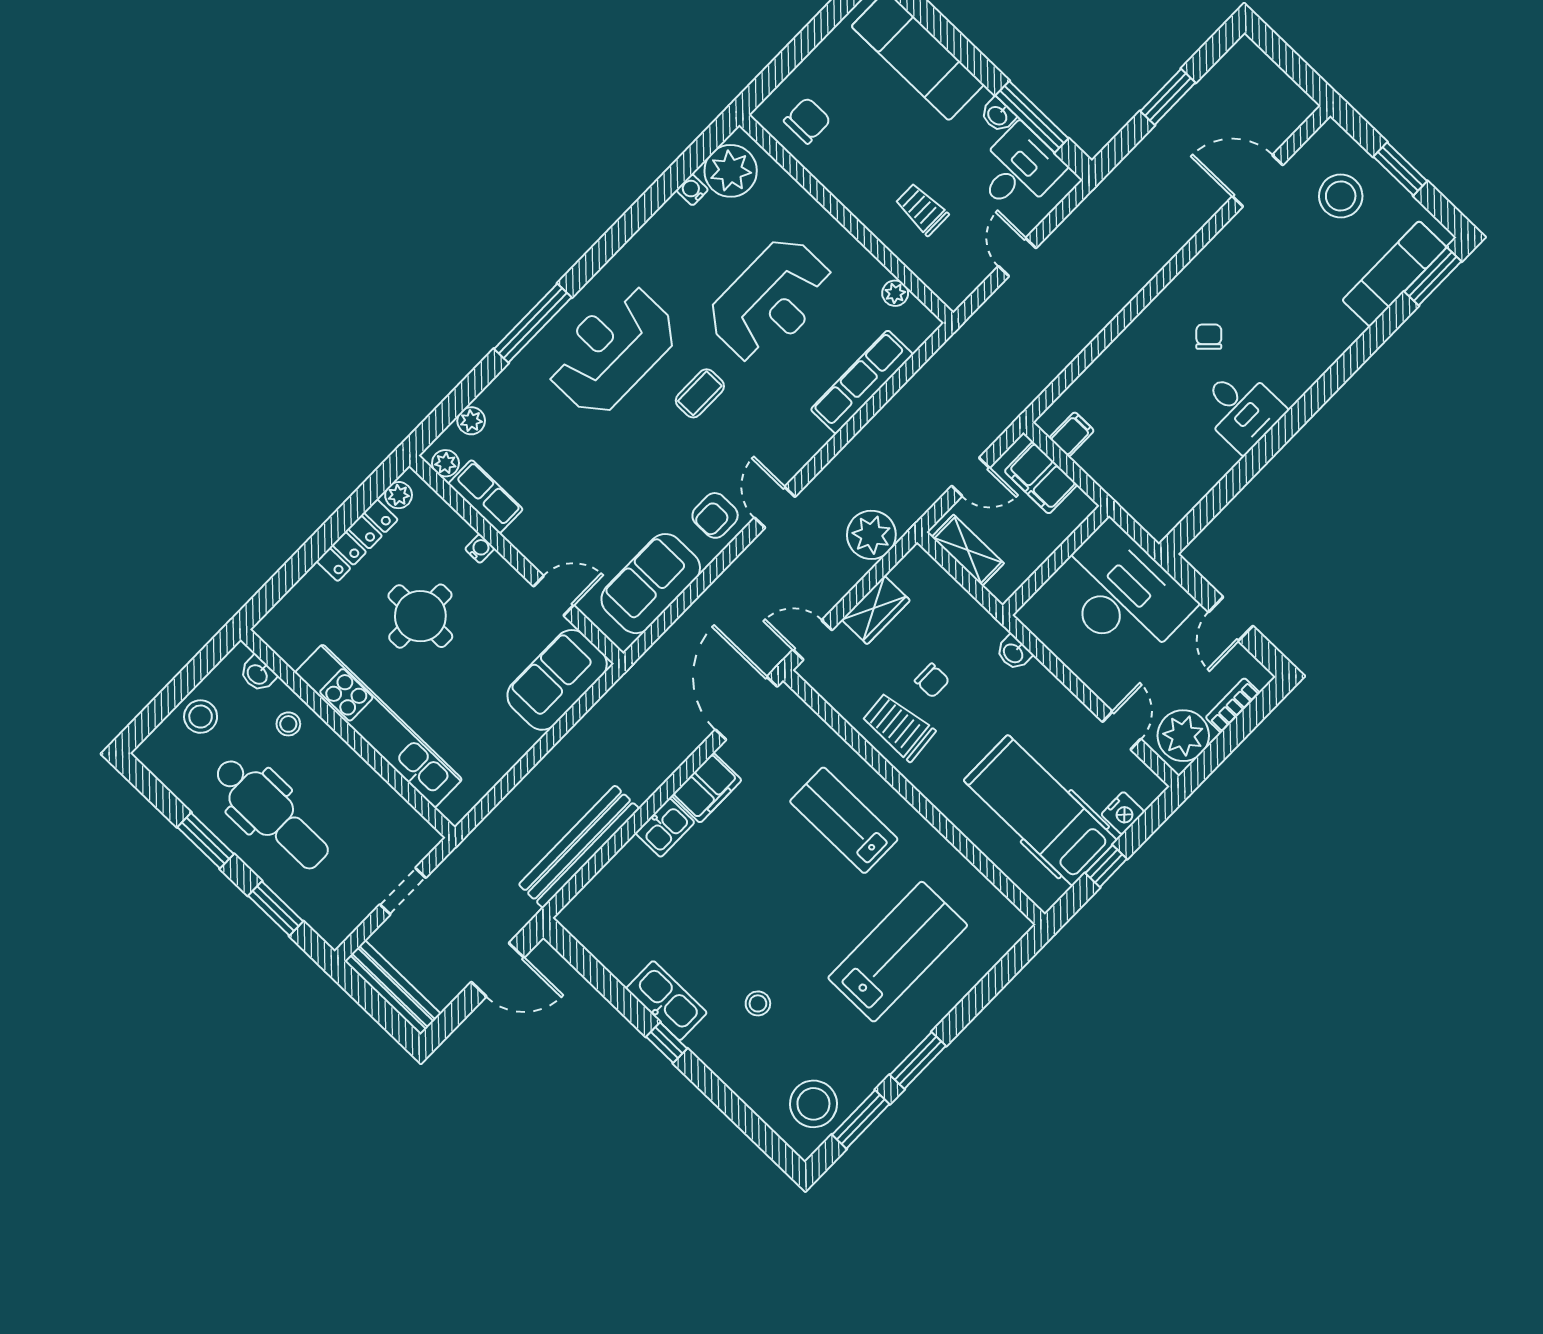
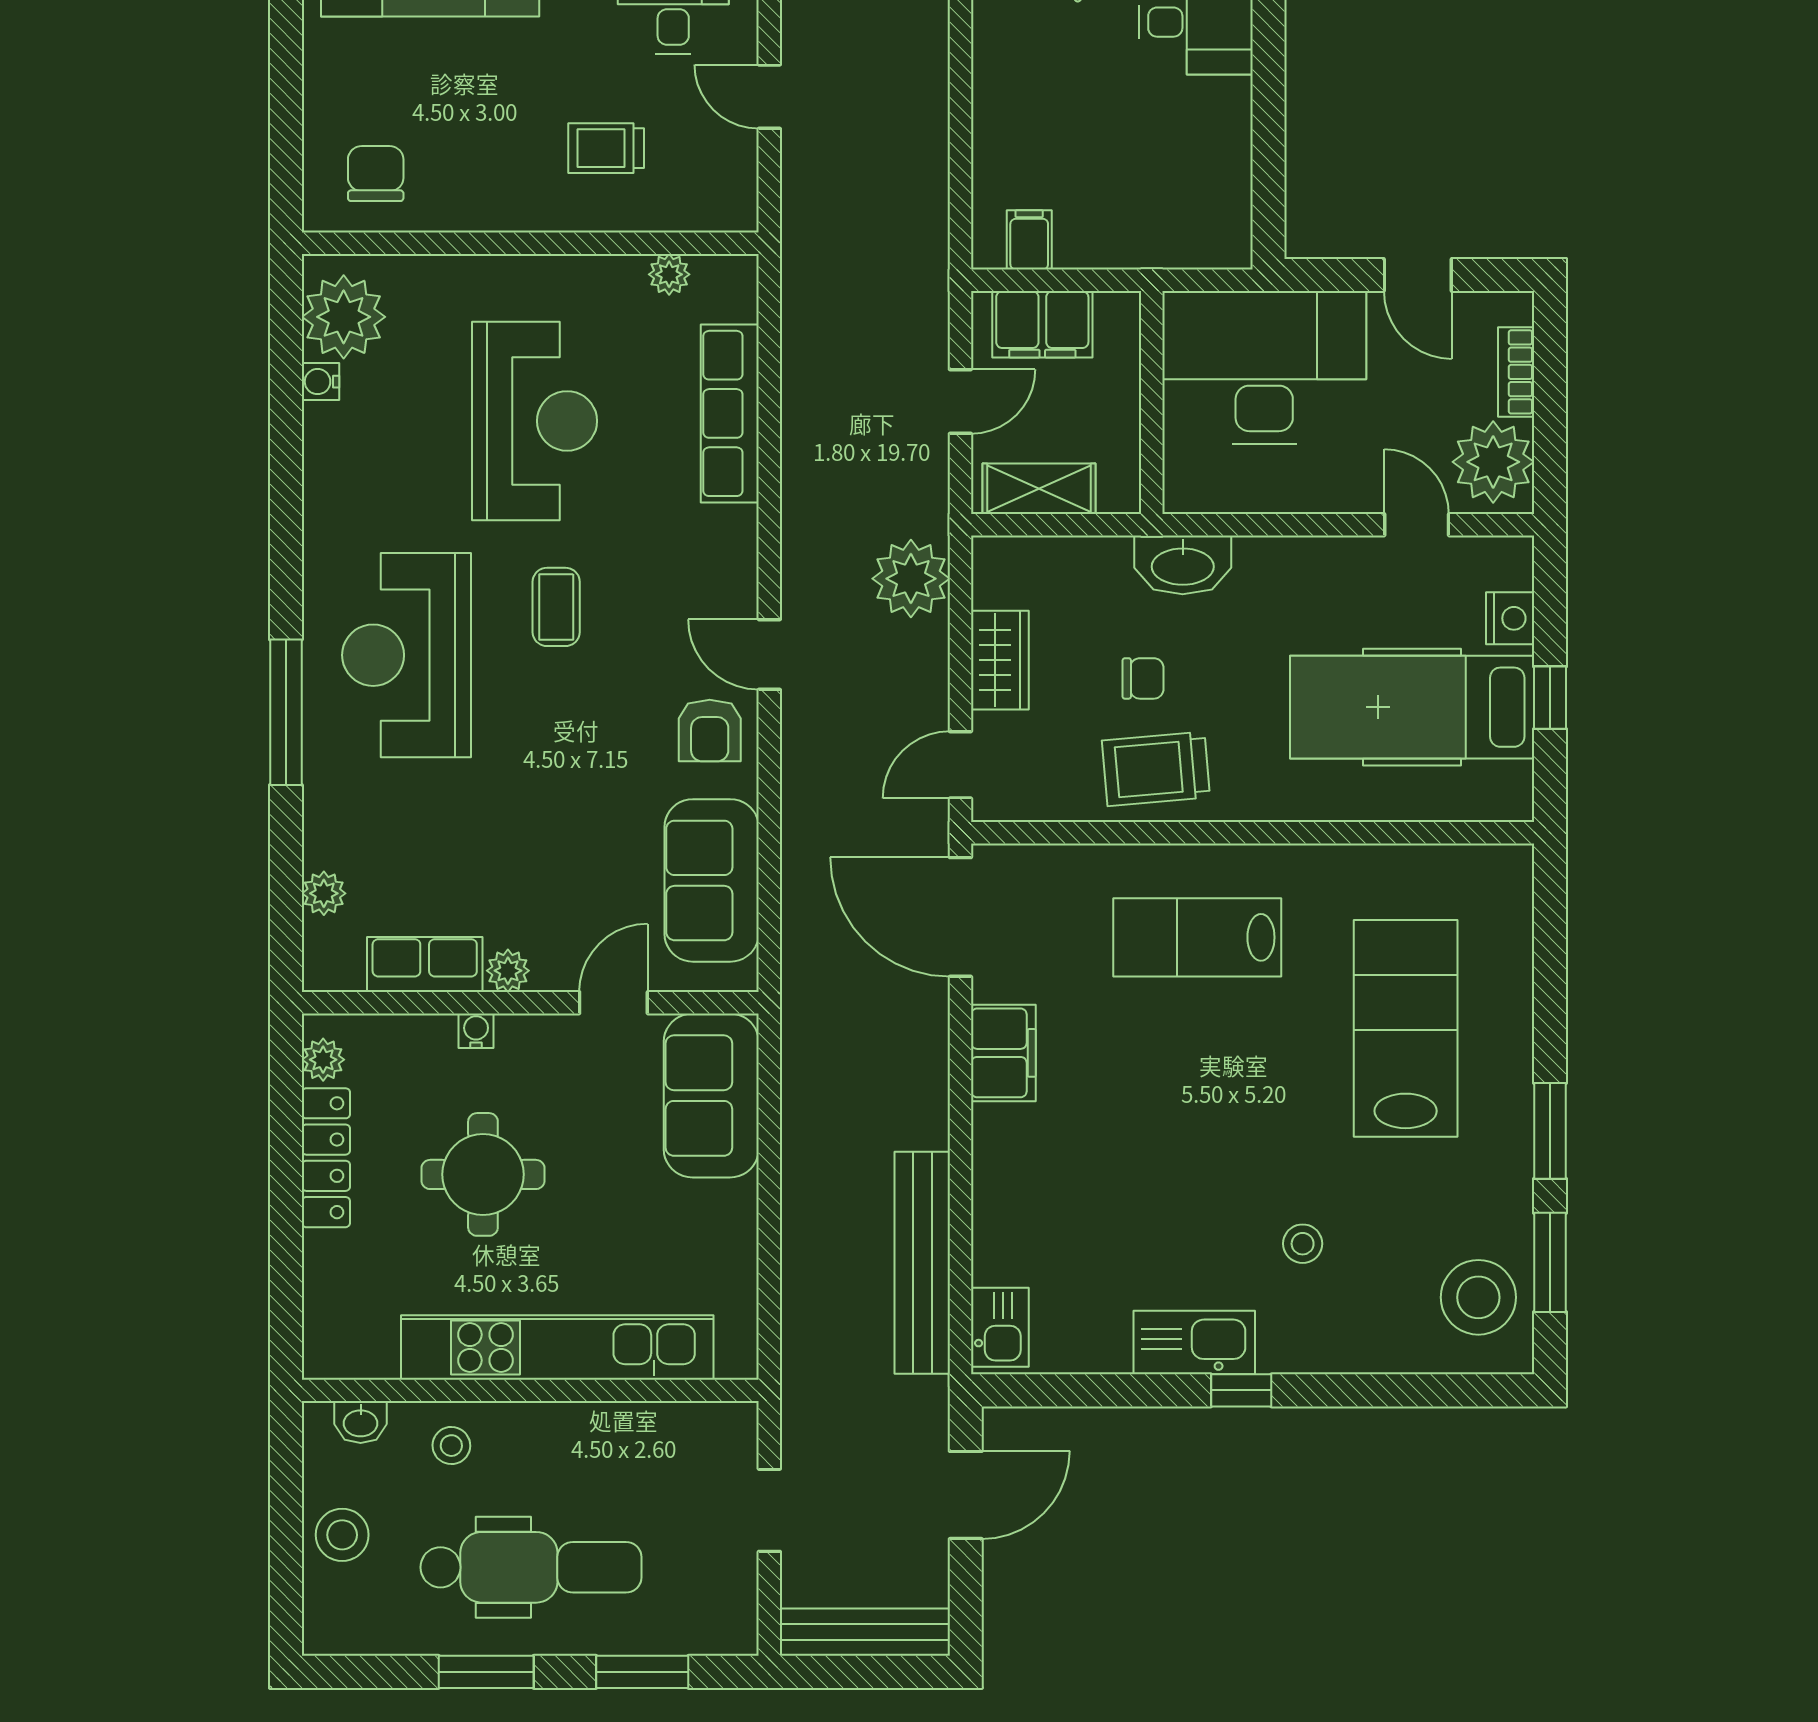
plant: (445, 463) -> (508, 971), moved
washbasin: (1014, 653) -> (1183, 565), width x1.91, depth x1.45
kitchen sink: (665, 828) -> (1000, 1327), moved

